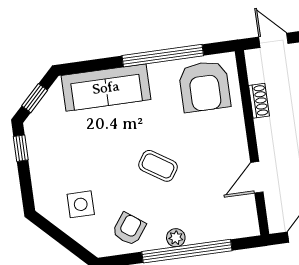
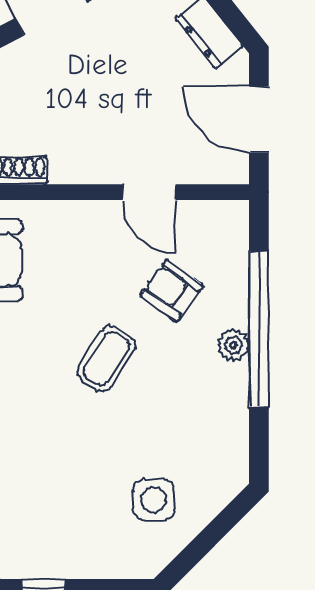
armchair: (129, 229) -> (172, 290), moved

